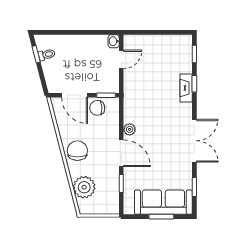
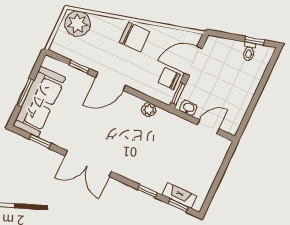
washbasin: (114, 41) -> (188, 108), moved
door: (121, 59) -> (208, 127), swing flipped
fireplace: (186, 88) -> (179, 196), moved
chair: (97, 108) -> (169, 78), turned -87
plant: (130, 129) -> (149, 110), moved
plant: (84, 187) -> (78, 24), moved

